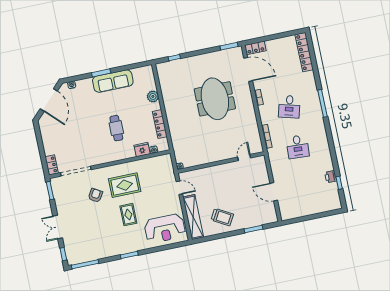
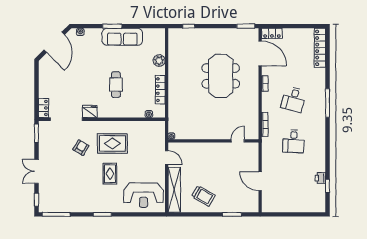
fridge: (142, 150) -> (90, 111), moved

